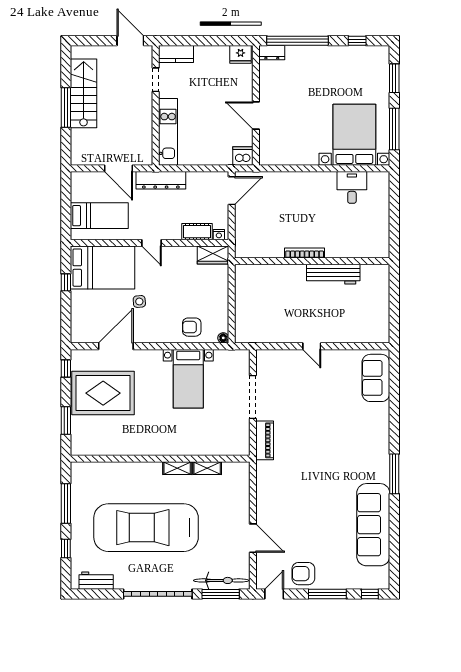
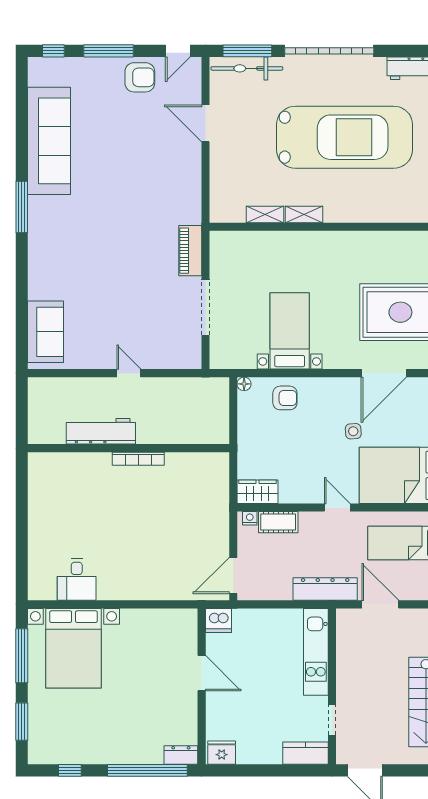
bookcase: (305, 253) -> (138, 459), moved
wall: (312, 261) -> (128, 448), moved
workbench: (333, 274) -> (101, 431), moved

